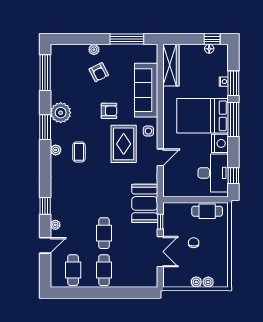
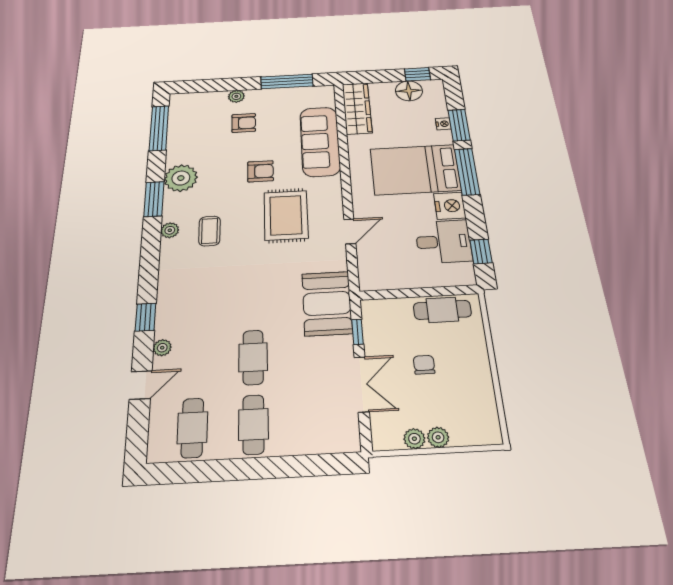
floor lamp: (209, 49) -> (409, 91), width x1.89, depth x1.89
armchair: (99, 72) -> (244, 123), turned -63
side table: (148, 131) -> (327, 195), removed
desk: (213, 173) -> (443, 241), width x0.73
plant: (208, 282) -> (414, 439), moved

